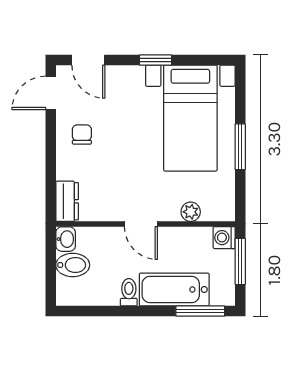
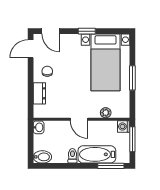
dresser: (67, 201) -> (39, 93), moved
bidet: (73, 265) -> (42, 157), moved

